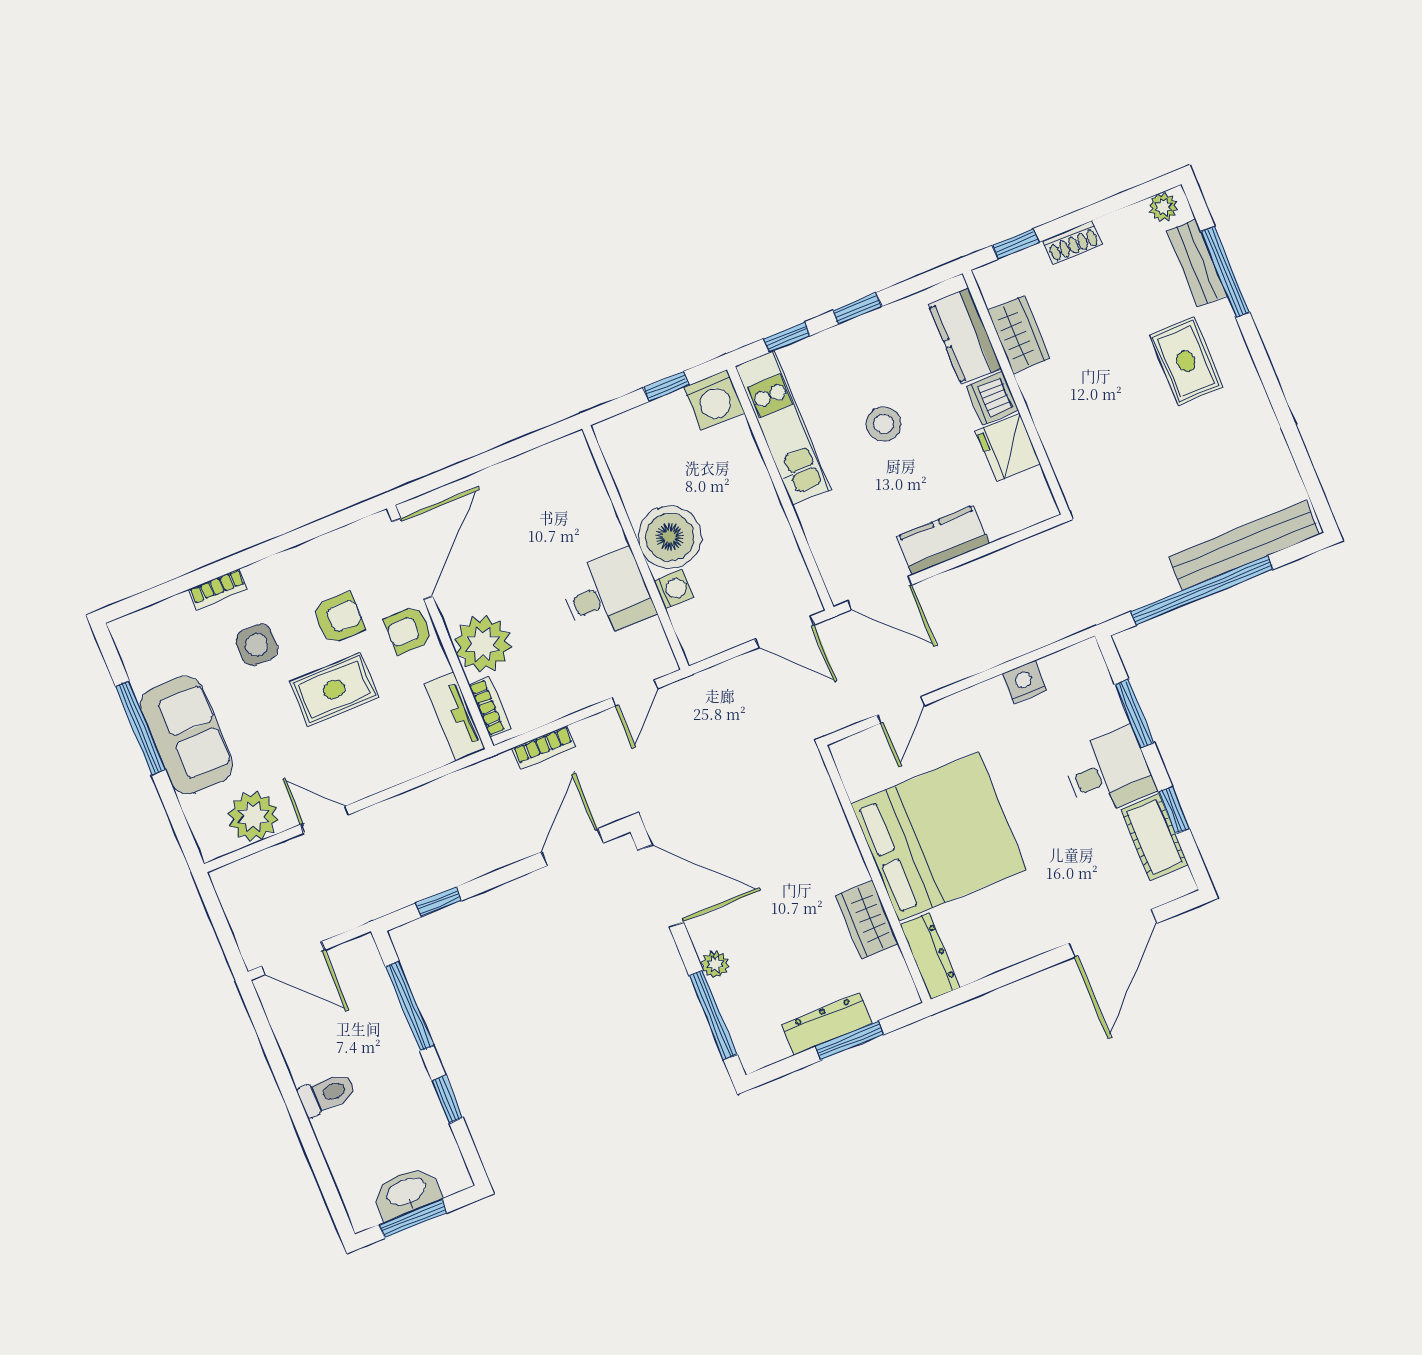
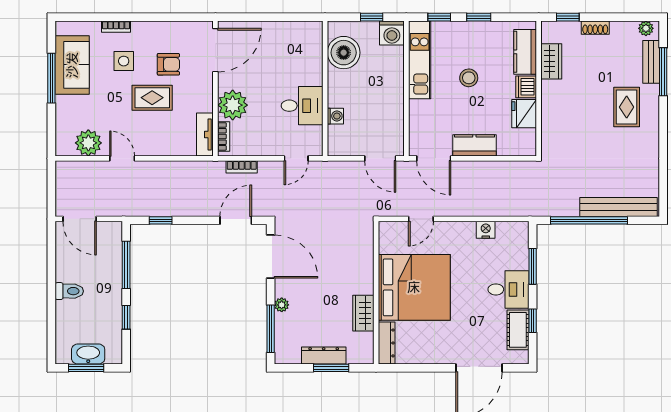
boiler: (670, 537) -> (344, 53), moved
armchair: (408, 630) -> (200, 84), removed
sofa: (186, 735) -> (72, 65), moved

